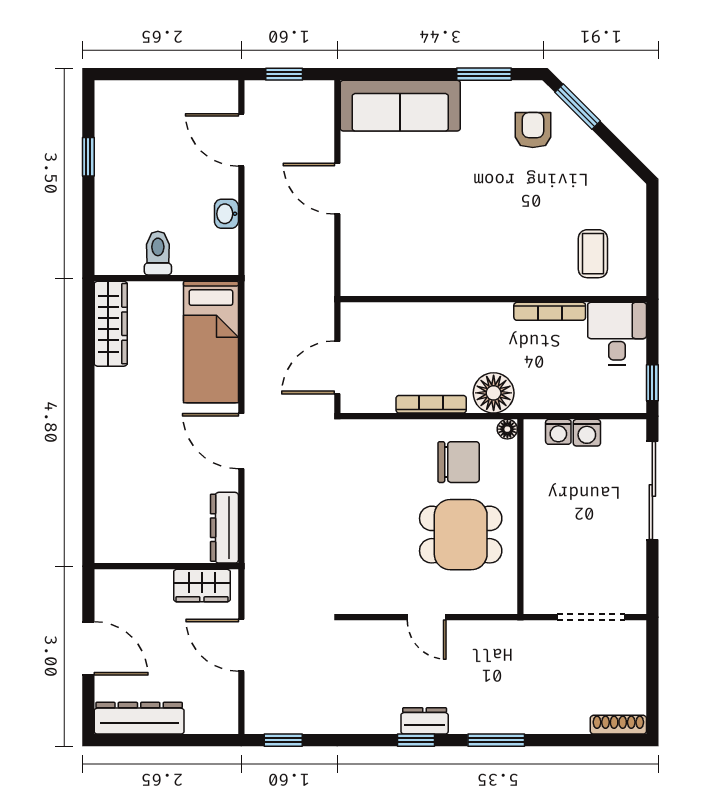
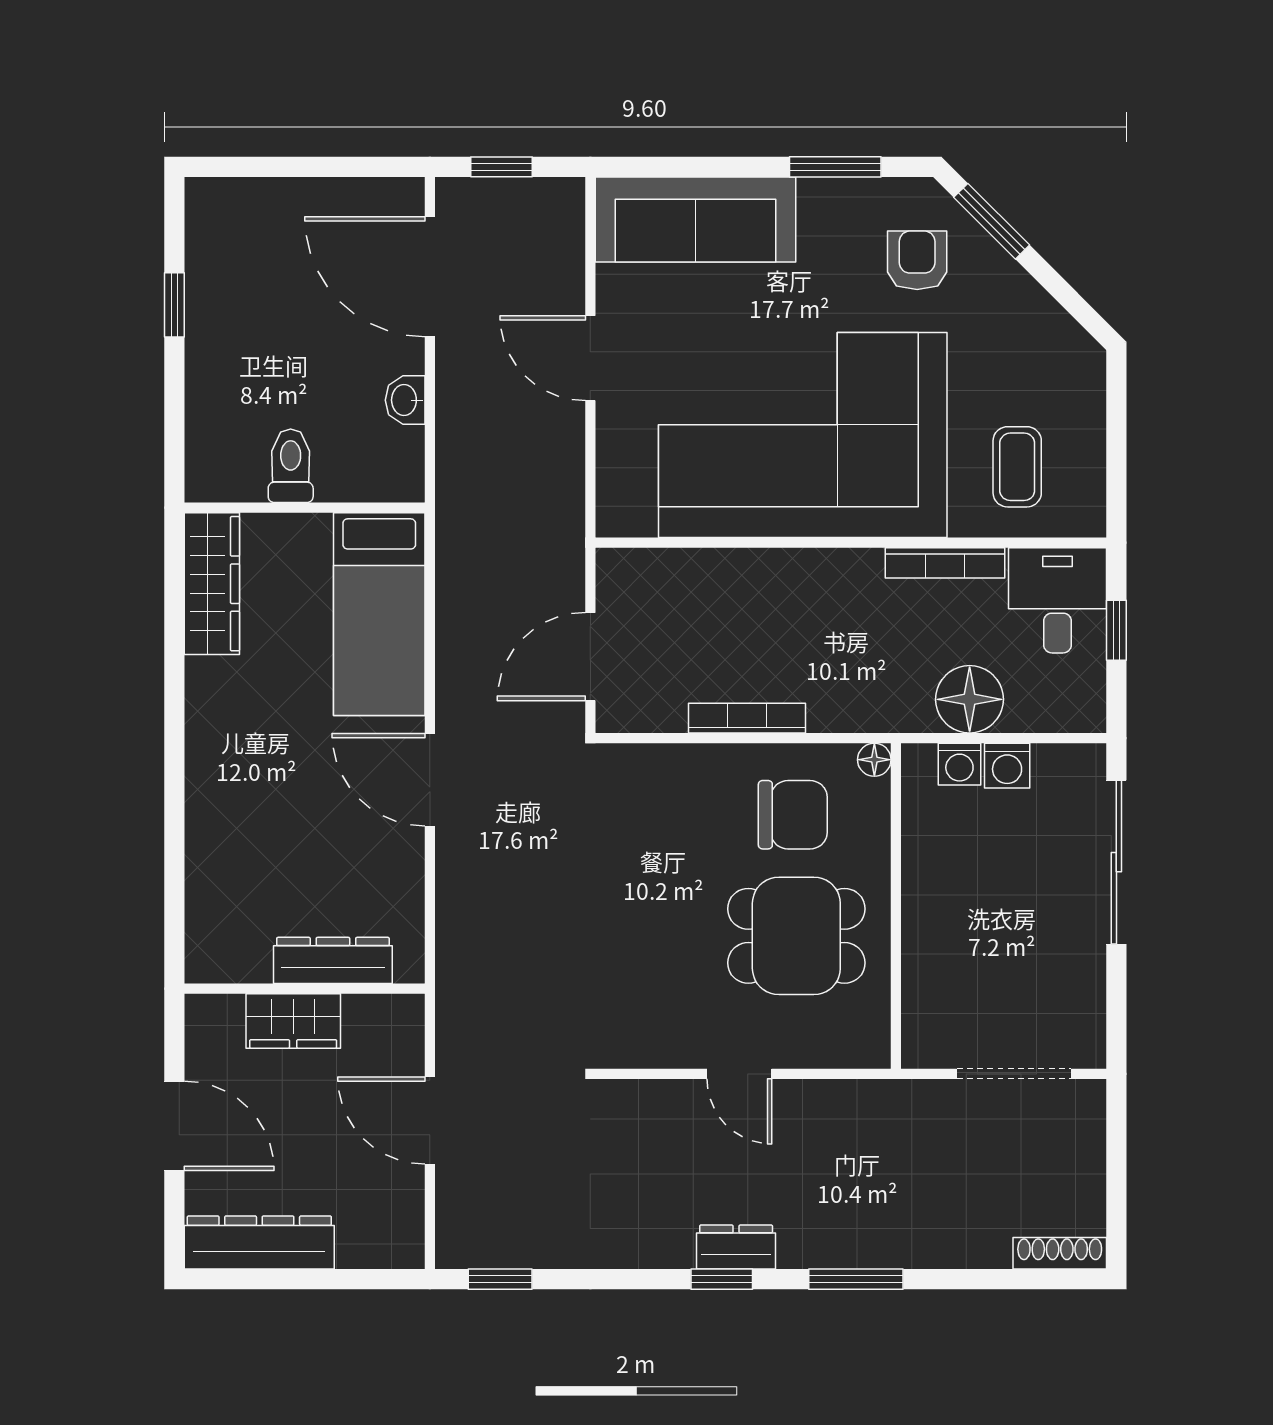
door: (241, 140) -> (430, 277), width x1.36
corner sofa: (465, 235) -> (803, 435), added
window: (652, 383) -> (1116, 630), moved
floor lamp: (494, 393) -> (970, 699), moved
dresser: (224, 528) -> (333, 960), moved, turned 90
wardrobe: (202, 586) -> (293, 1021), moved

